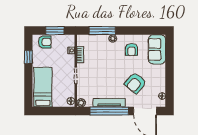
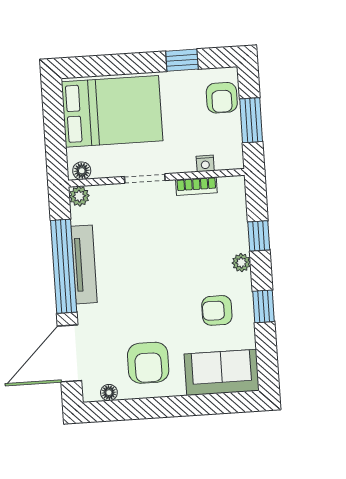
window: (102, 31) -> (259, 236), width x0.46
window: (131, 31) -> (264, 306), added
armchair: (135, 83) -> (148, 363), moved, turned -130
bed: (43, 87) -> (112, 111), width x1.50

